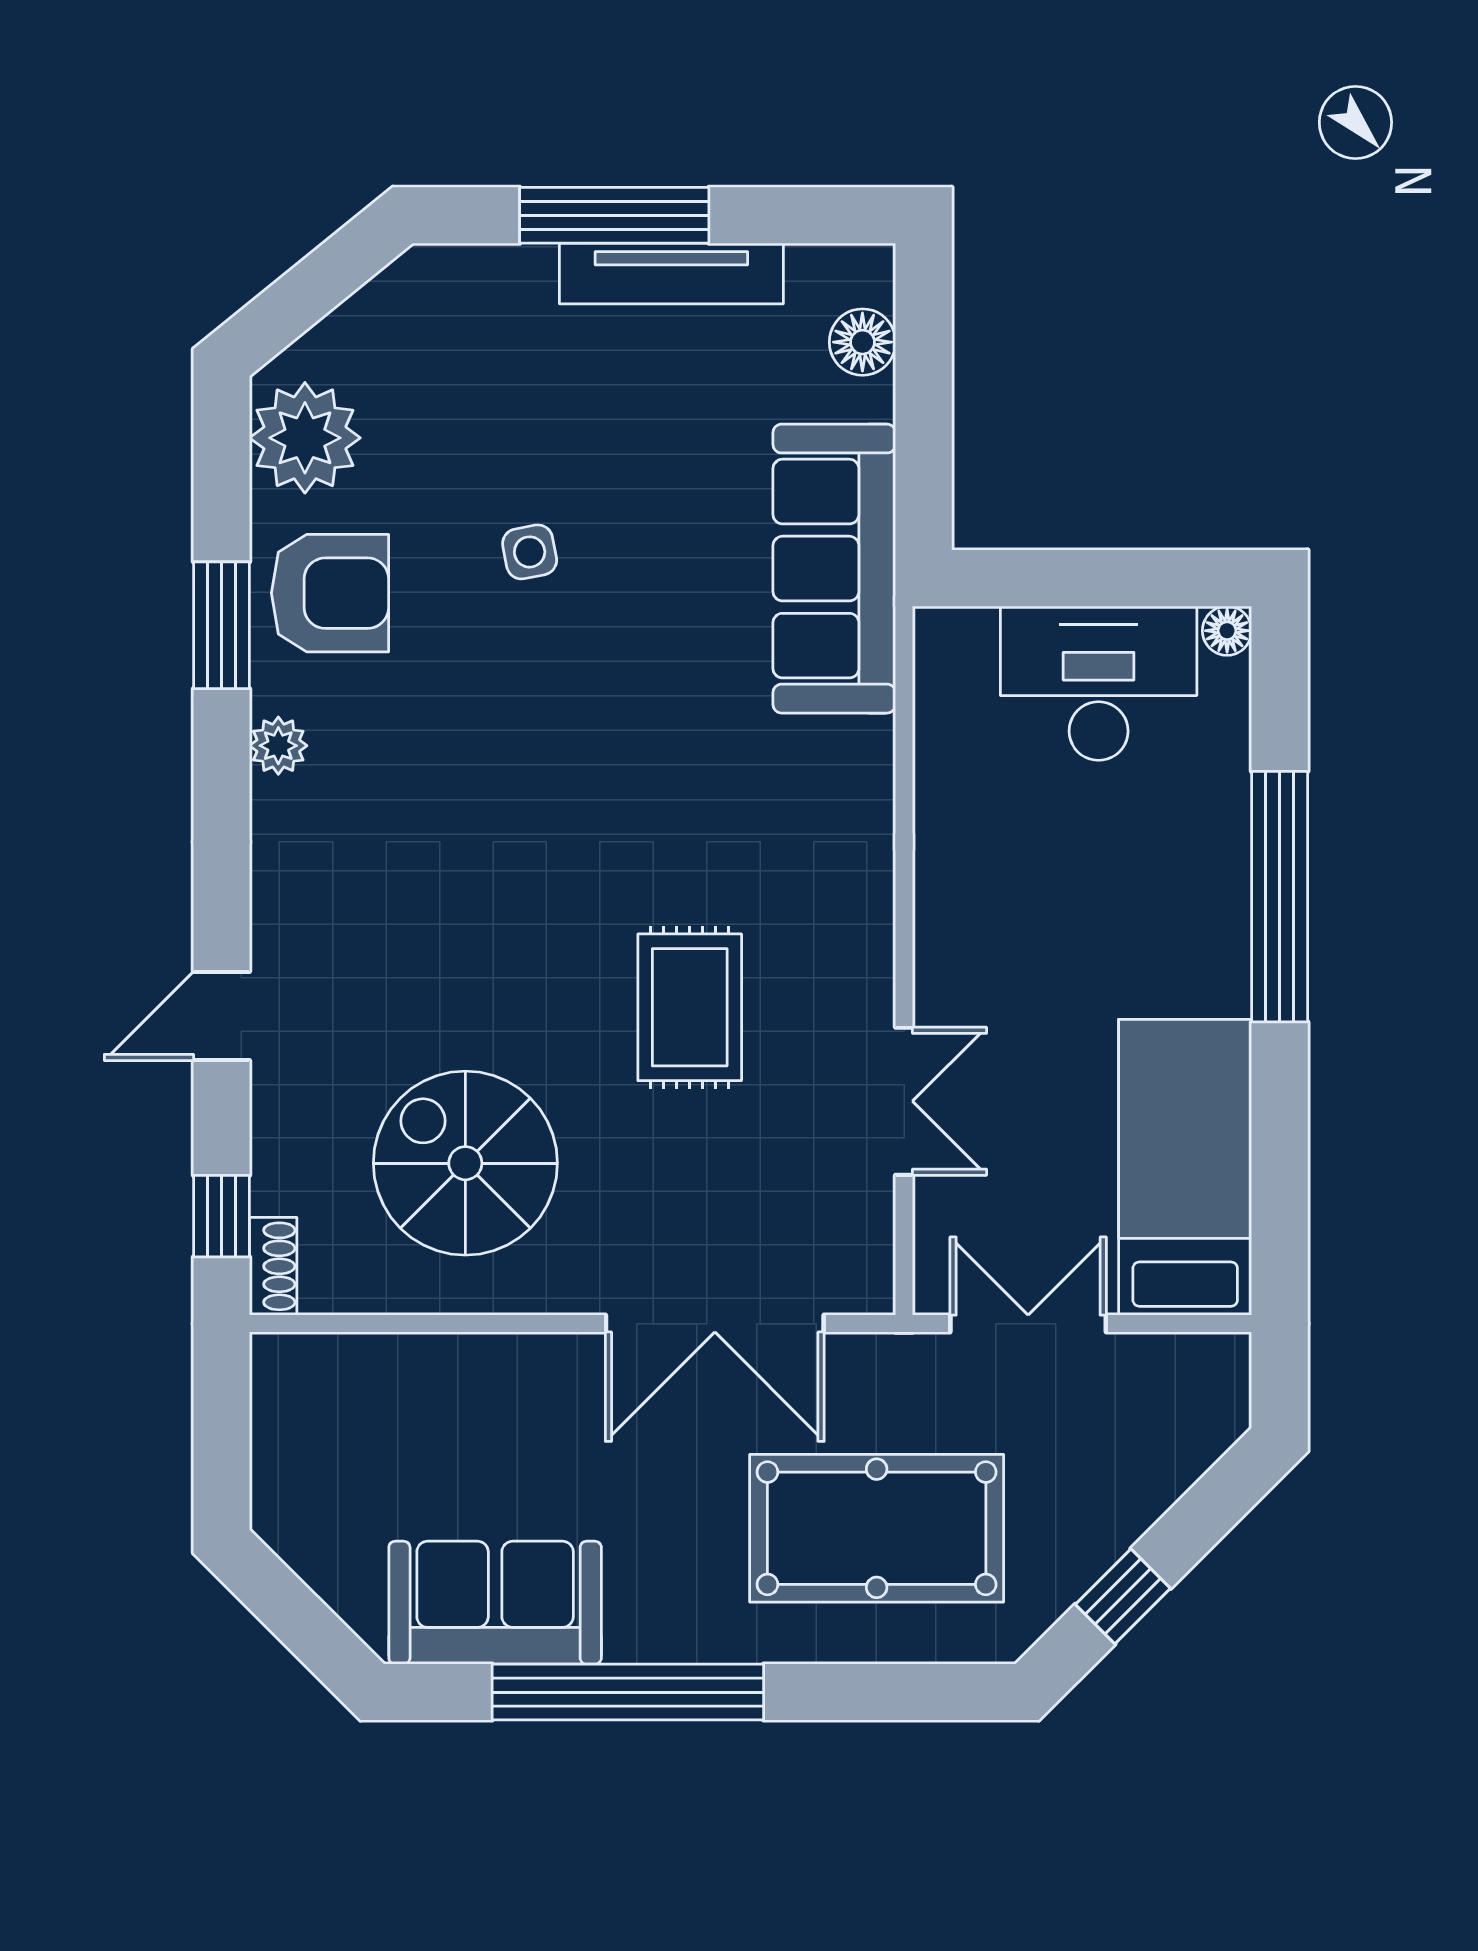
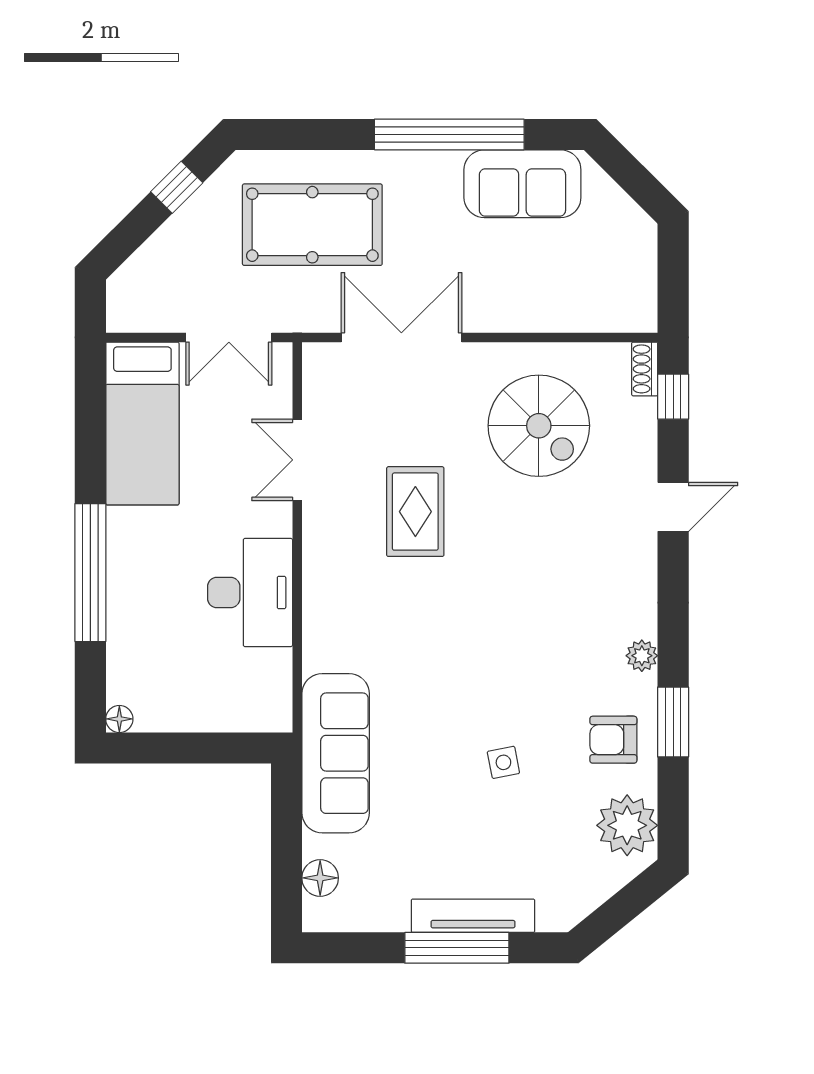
tv unit: (671, 273) -> (473, 916), moved
armchair: (330, 593) -> (613, 740), width x0.72, depth x0.72
desk: (1099, 683) -> (250, 593), moved, turned -90

